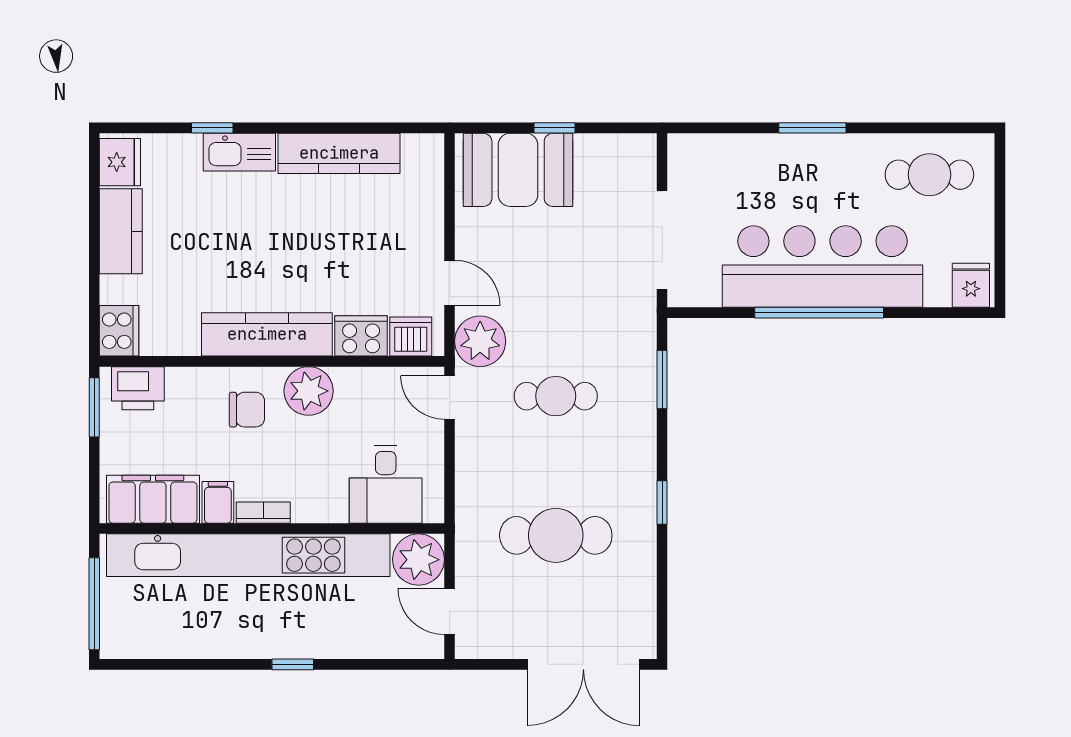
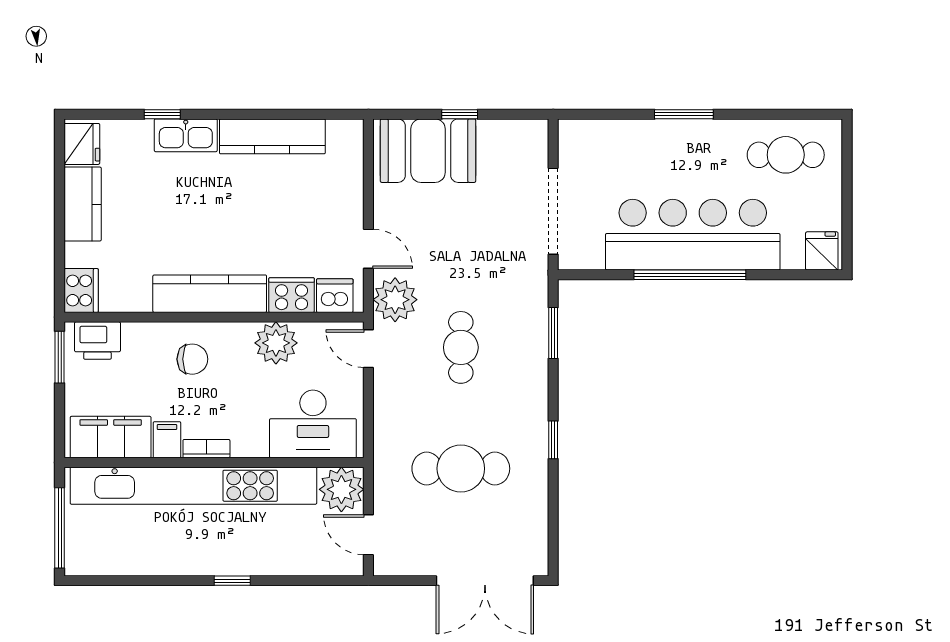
plant: (309, 391) -> (276, 343), moved
cafe table: (556, 396) -> (461, 347), turned 90
desk: (386, 484) -> (313, 424), width x1.37

